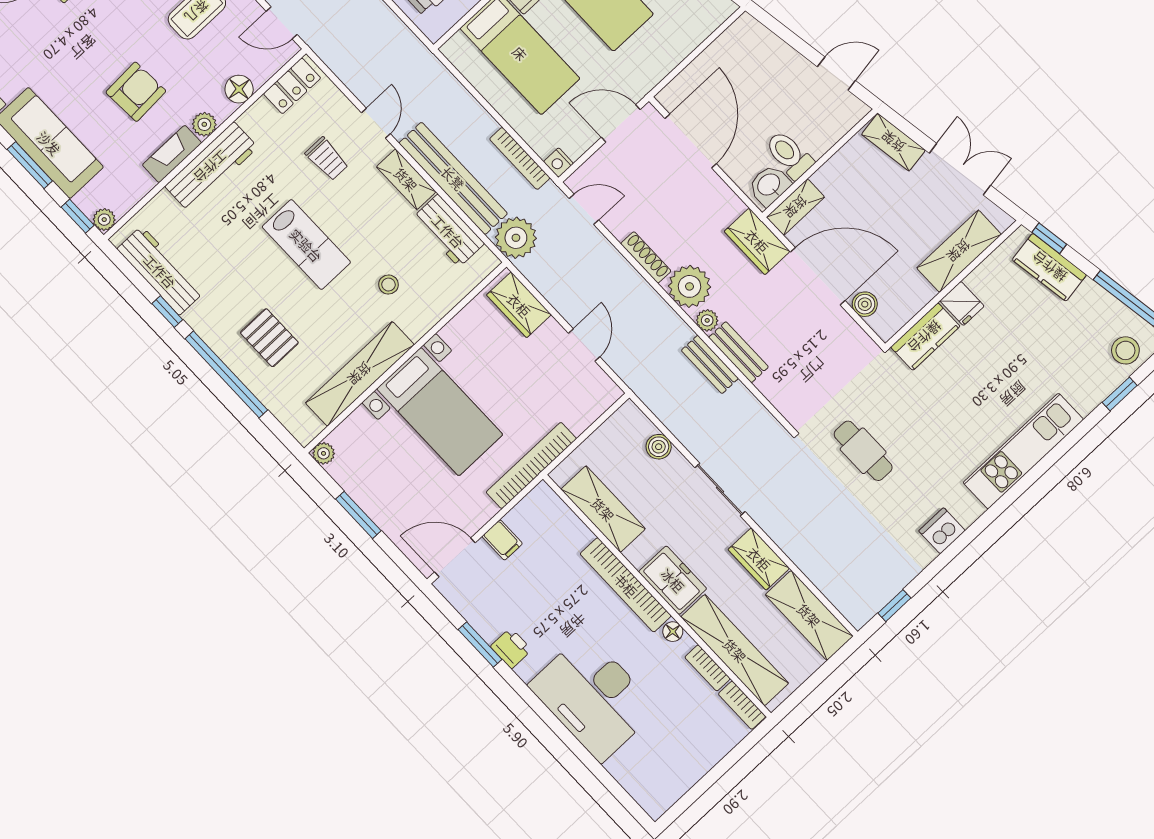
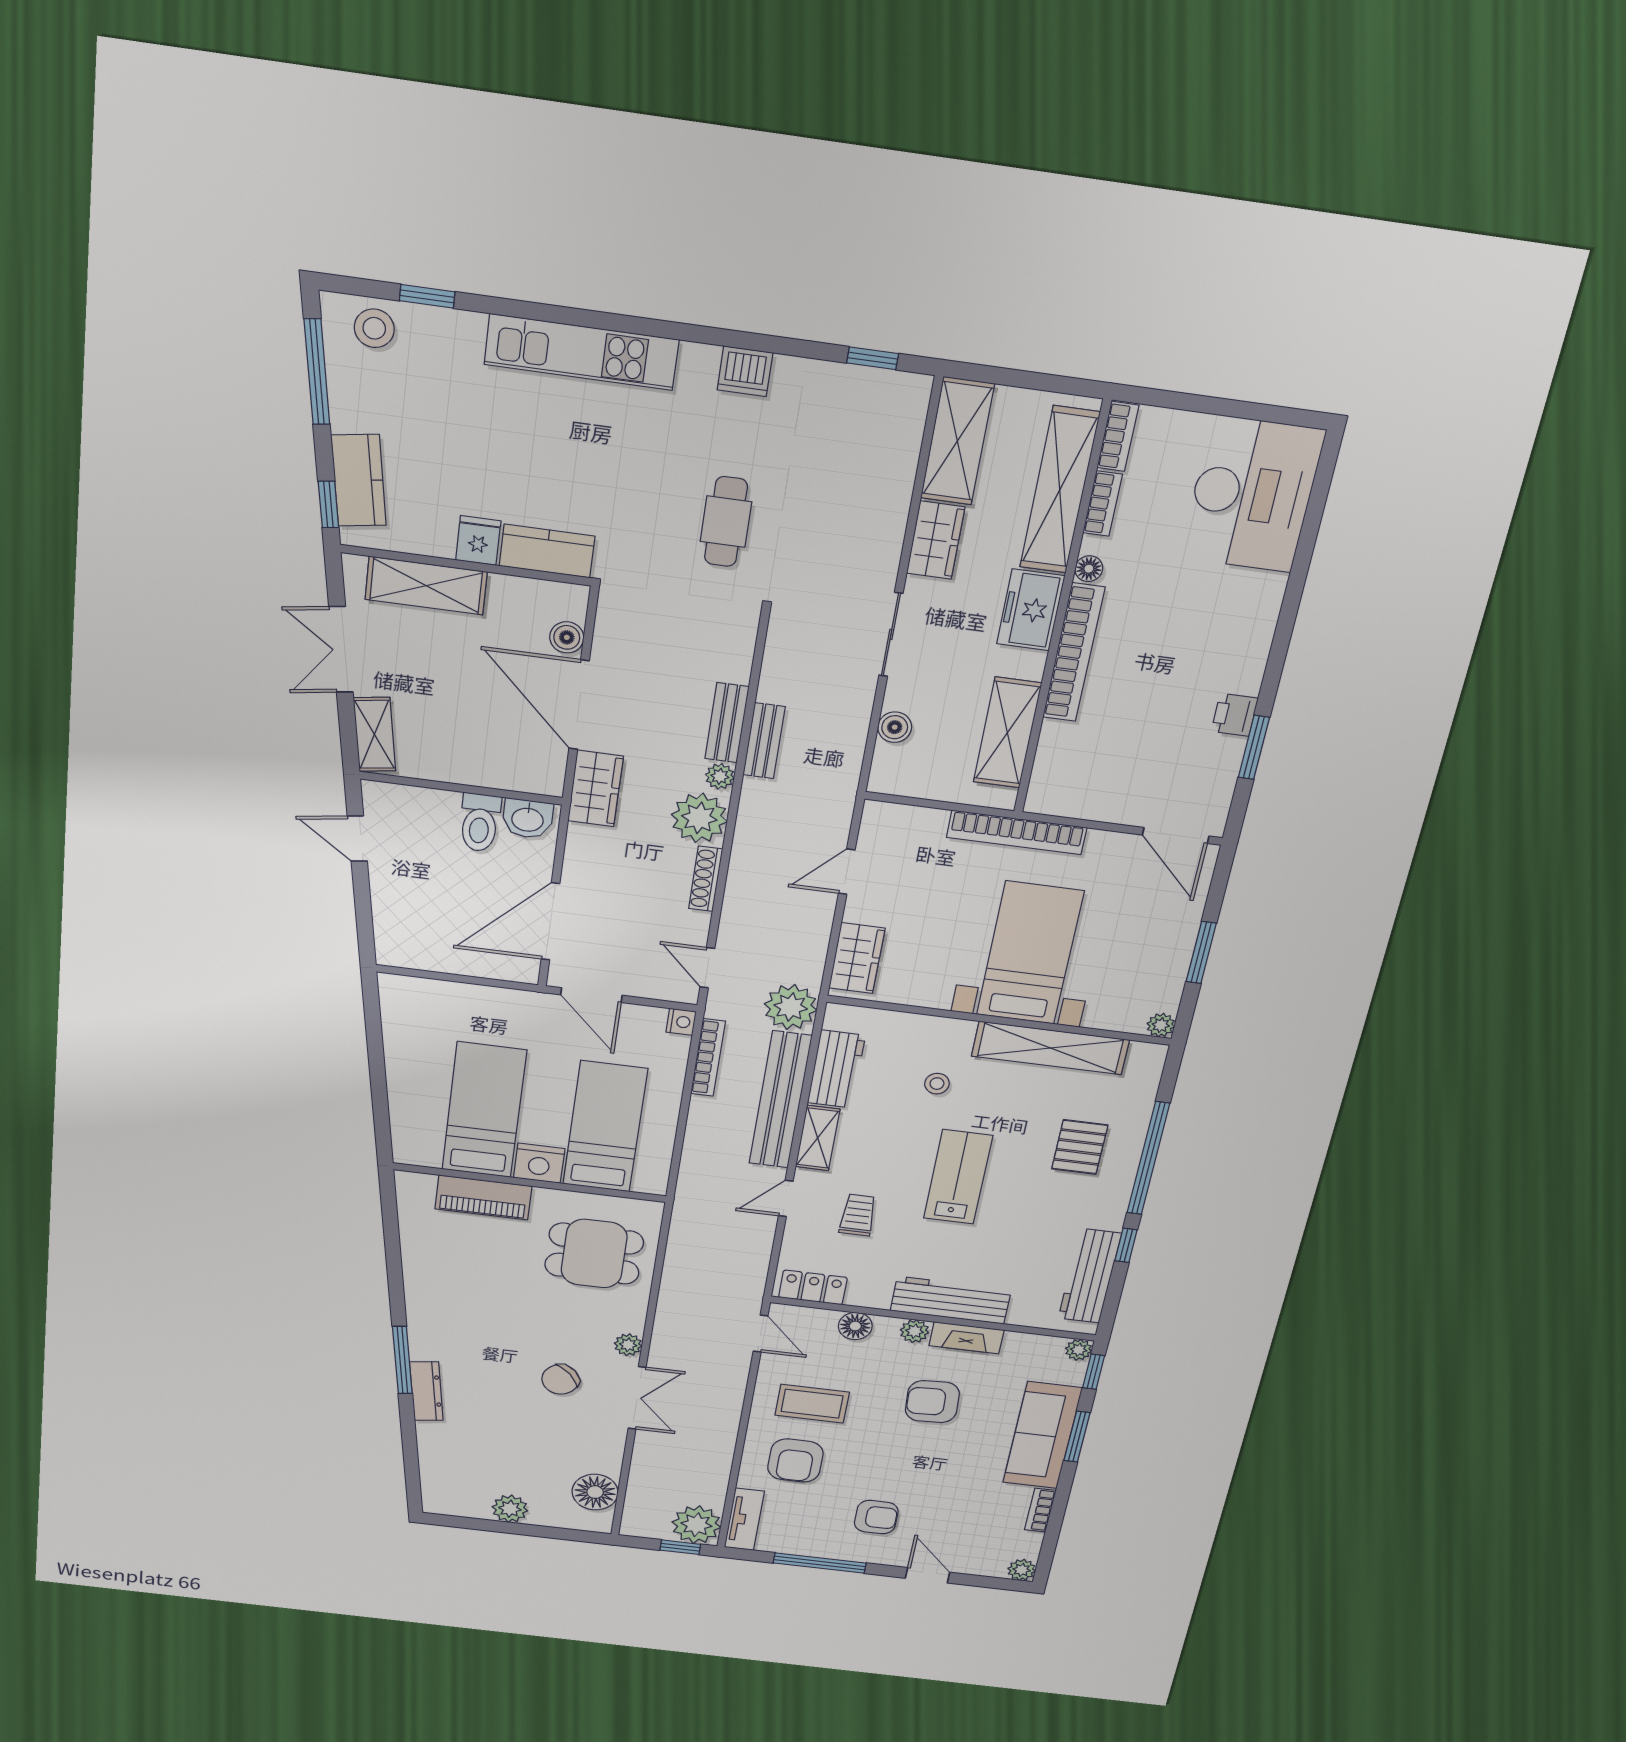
shelving: (796, 207) -> (527, 778), removed
filing cabinet: (502, 540) -> (1120, 805), removed
desk: (593, 697) -> (1252, 494), moved

